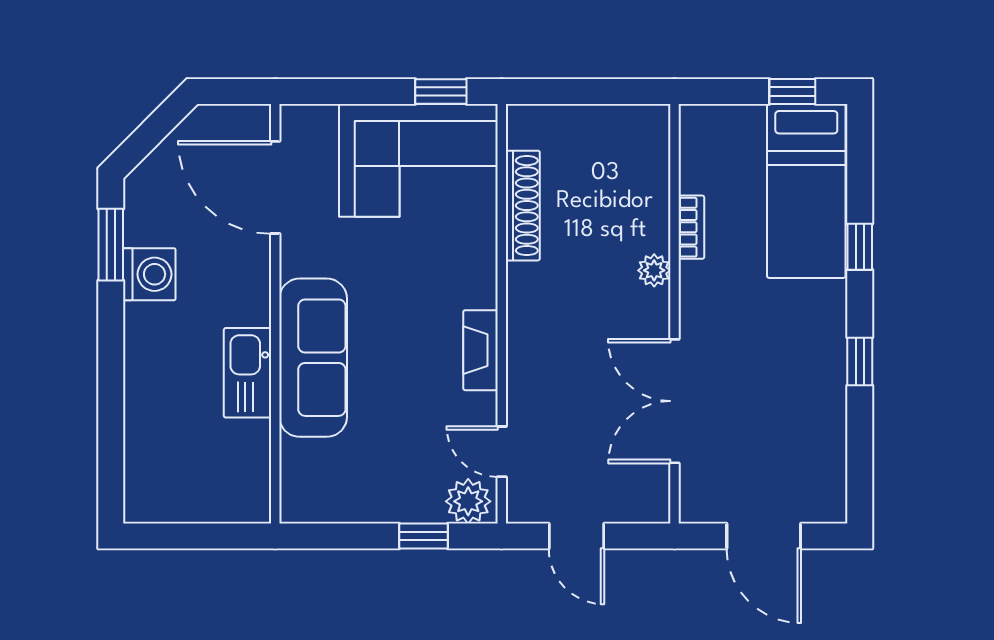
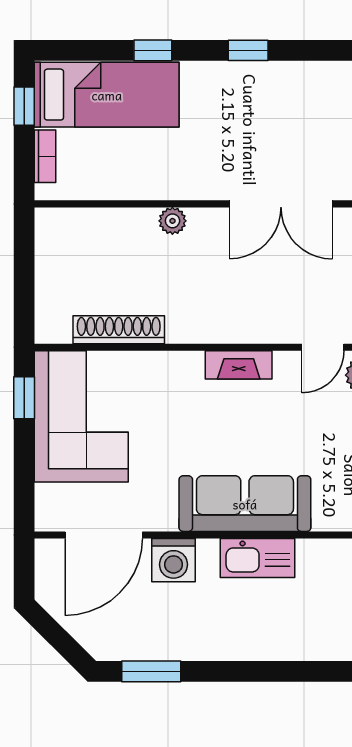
bookcase: (691, 227) -> (45, 156), moved, turned 90
washing machine: (149, 274) -> (174, 560), moved, turned 180

